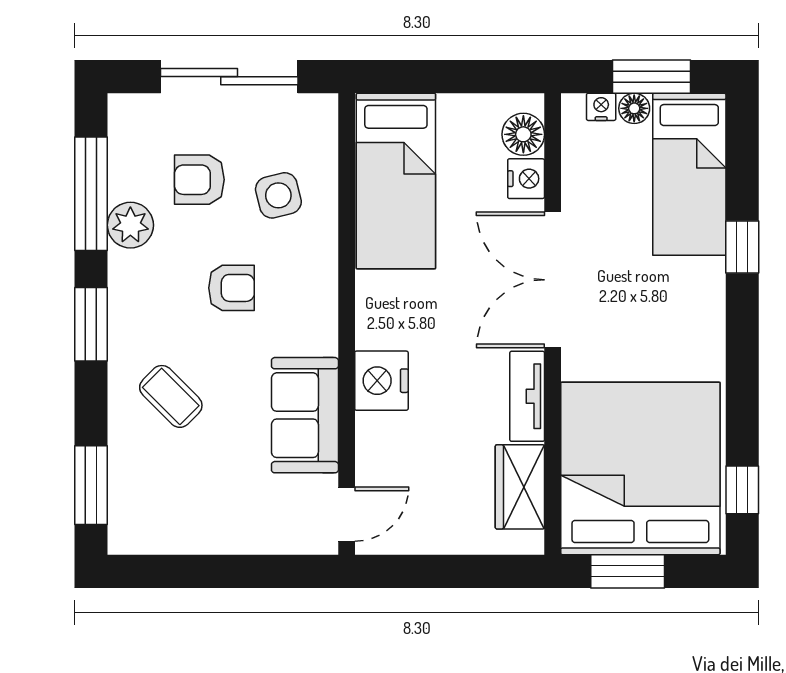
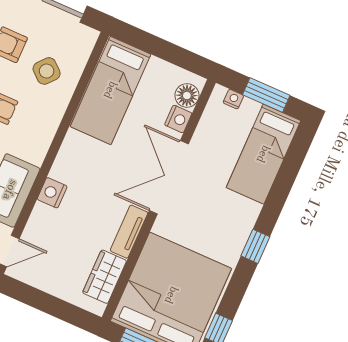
floor lamp: (634, 108) -> (250, 107), removed
side table: (278, 195) -> (47, 71), turned -35
window: (742, 247) -> (255, 246), moved
nightstand: (381, 381) -> (52, 193), width x0.74, depth x0.75

